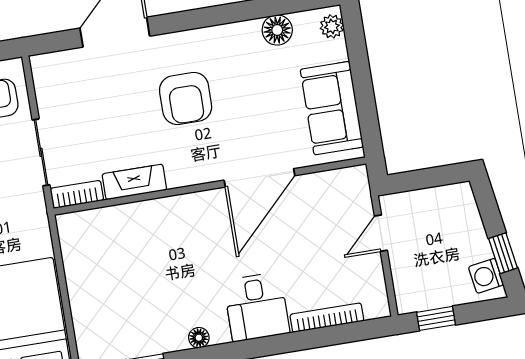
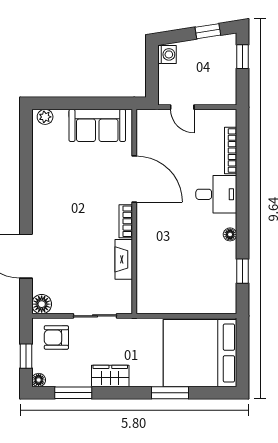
floor lamp: (277, 30) -> (42, 304), moved
armchair: (186, 98) -> (76, 218), removed
bookcase: (77, 194) -> (126, 221), moved
washing machine: (486, 276) -> (167, 54), moved, turned -81
window: (436, 318) -> (243, 57), moved

